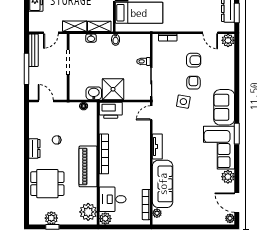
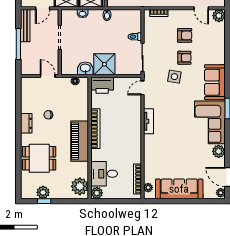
armchair: (193, 83) -> (184, 58), turned 90
door: (46, 101) -> (48, 76), moved
sofa: (163, 184) -> (179, 189), moved, turned -90

